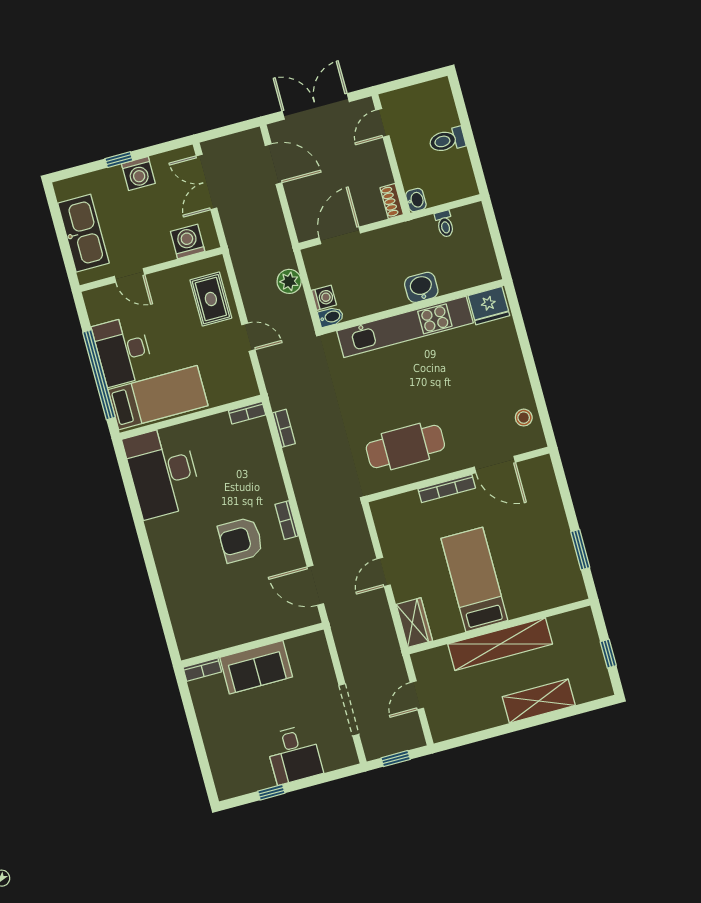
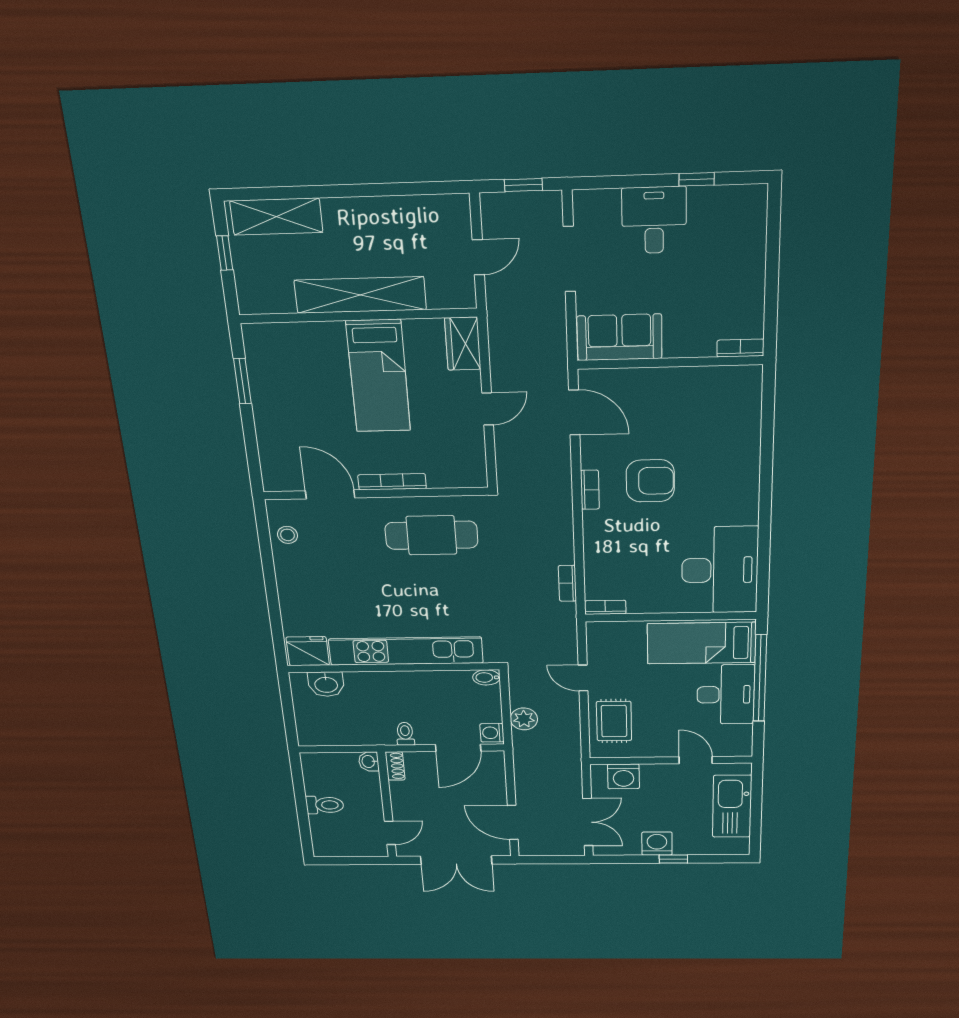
toilet: (445, 224) -> (405, 734), moved
washbasin: (421, 287) -> (326, 684), moved
washing machine: (324, 298) -> (492, 733), moved
sofa: (256, 667) -> (620, 337), moved
shelving: (539, 701) -> (276, 217), moved

